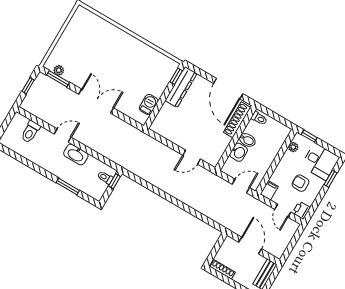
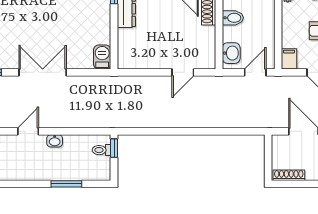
barbecue: (149, 105) -> (102, 57), moved
washbasin: (239, 152) -> (231, 53), moved
washbasin: (76, 154) -> (55, 141), width x0.52, depth x0.69

